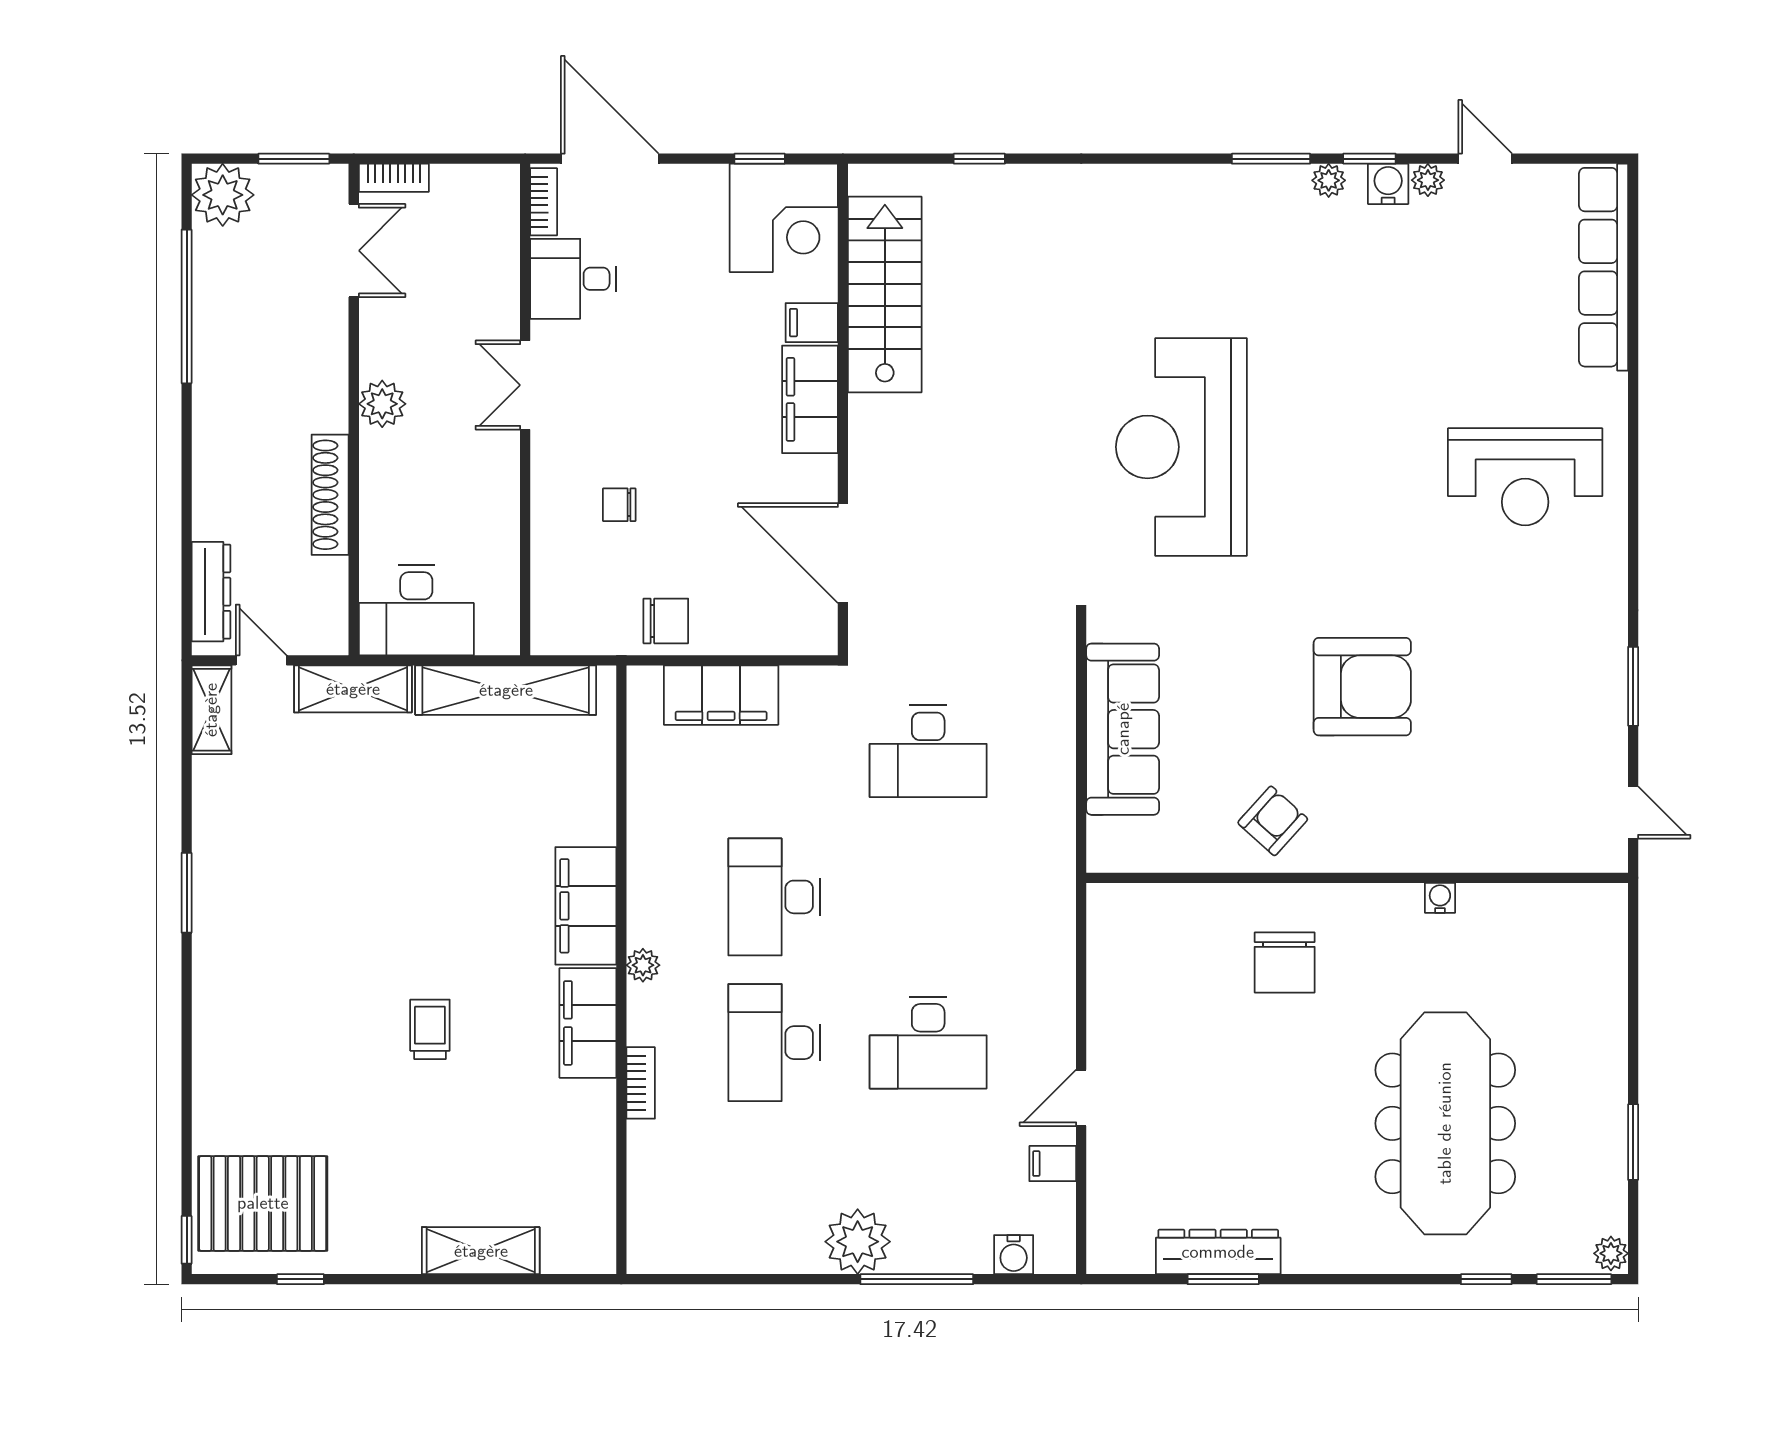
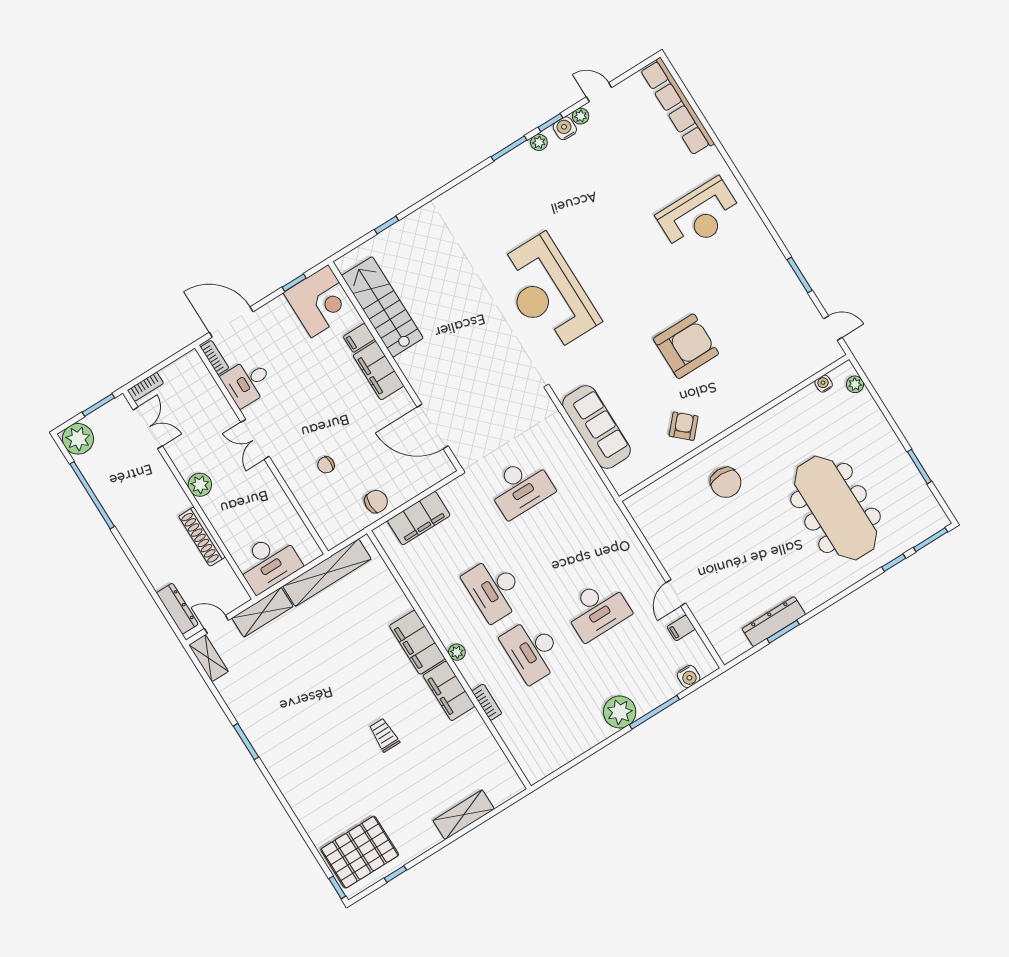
water cooler: (1440, 898) -> (824, 384), moved
plant: (1611, 1253) -> (855, 384), moved

